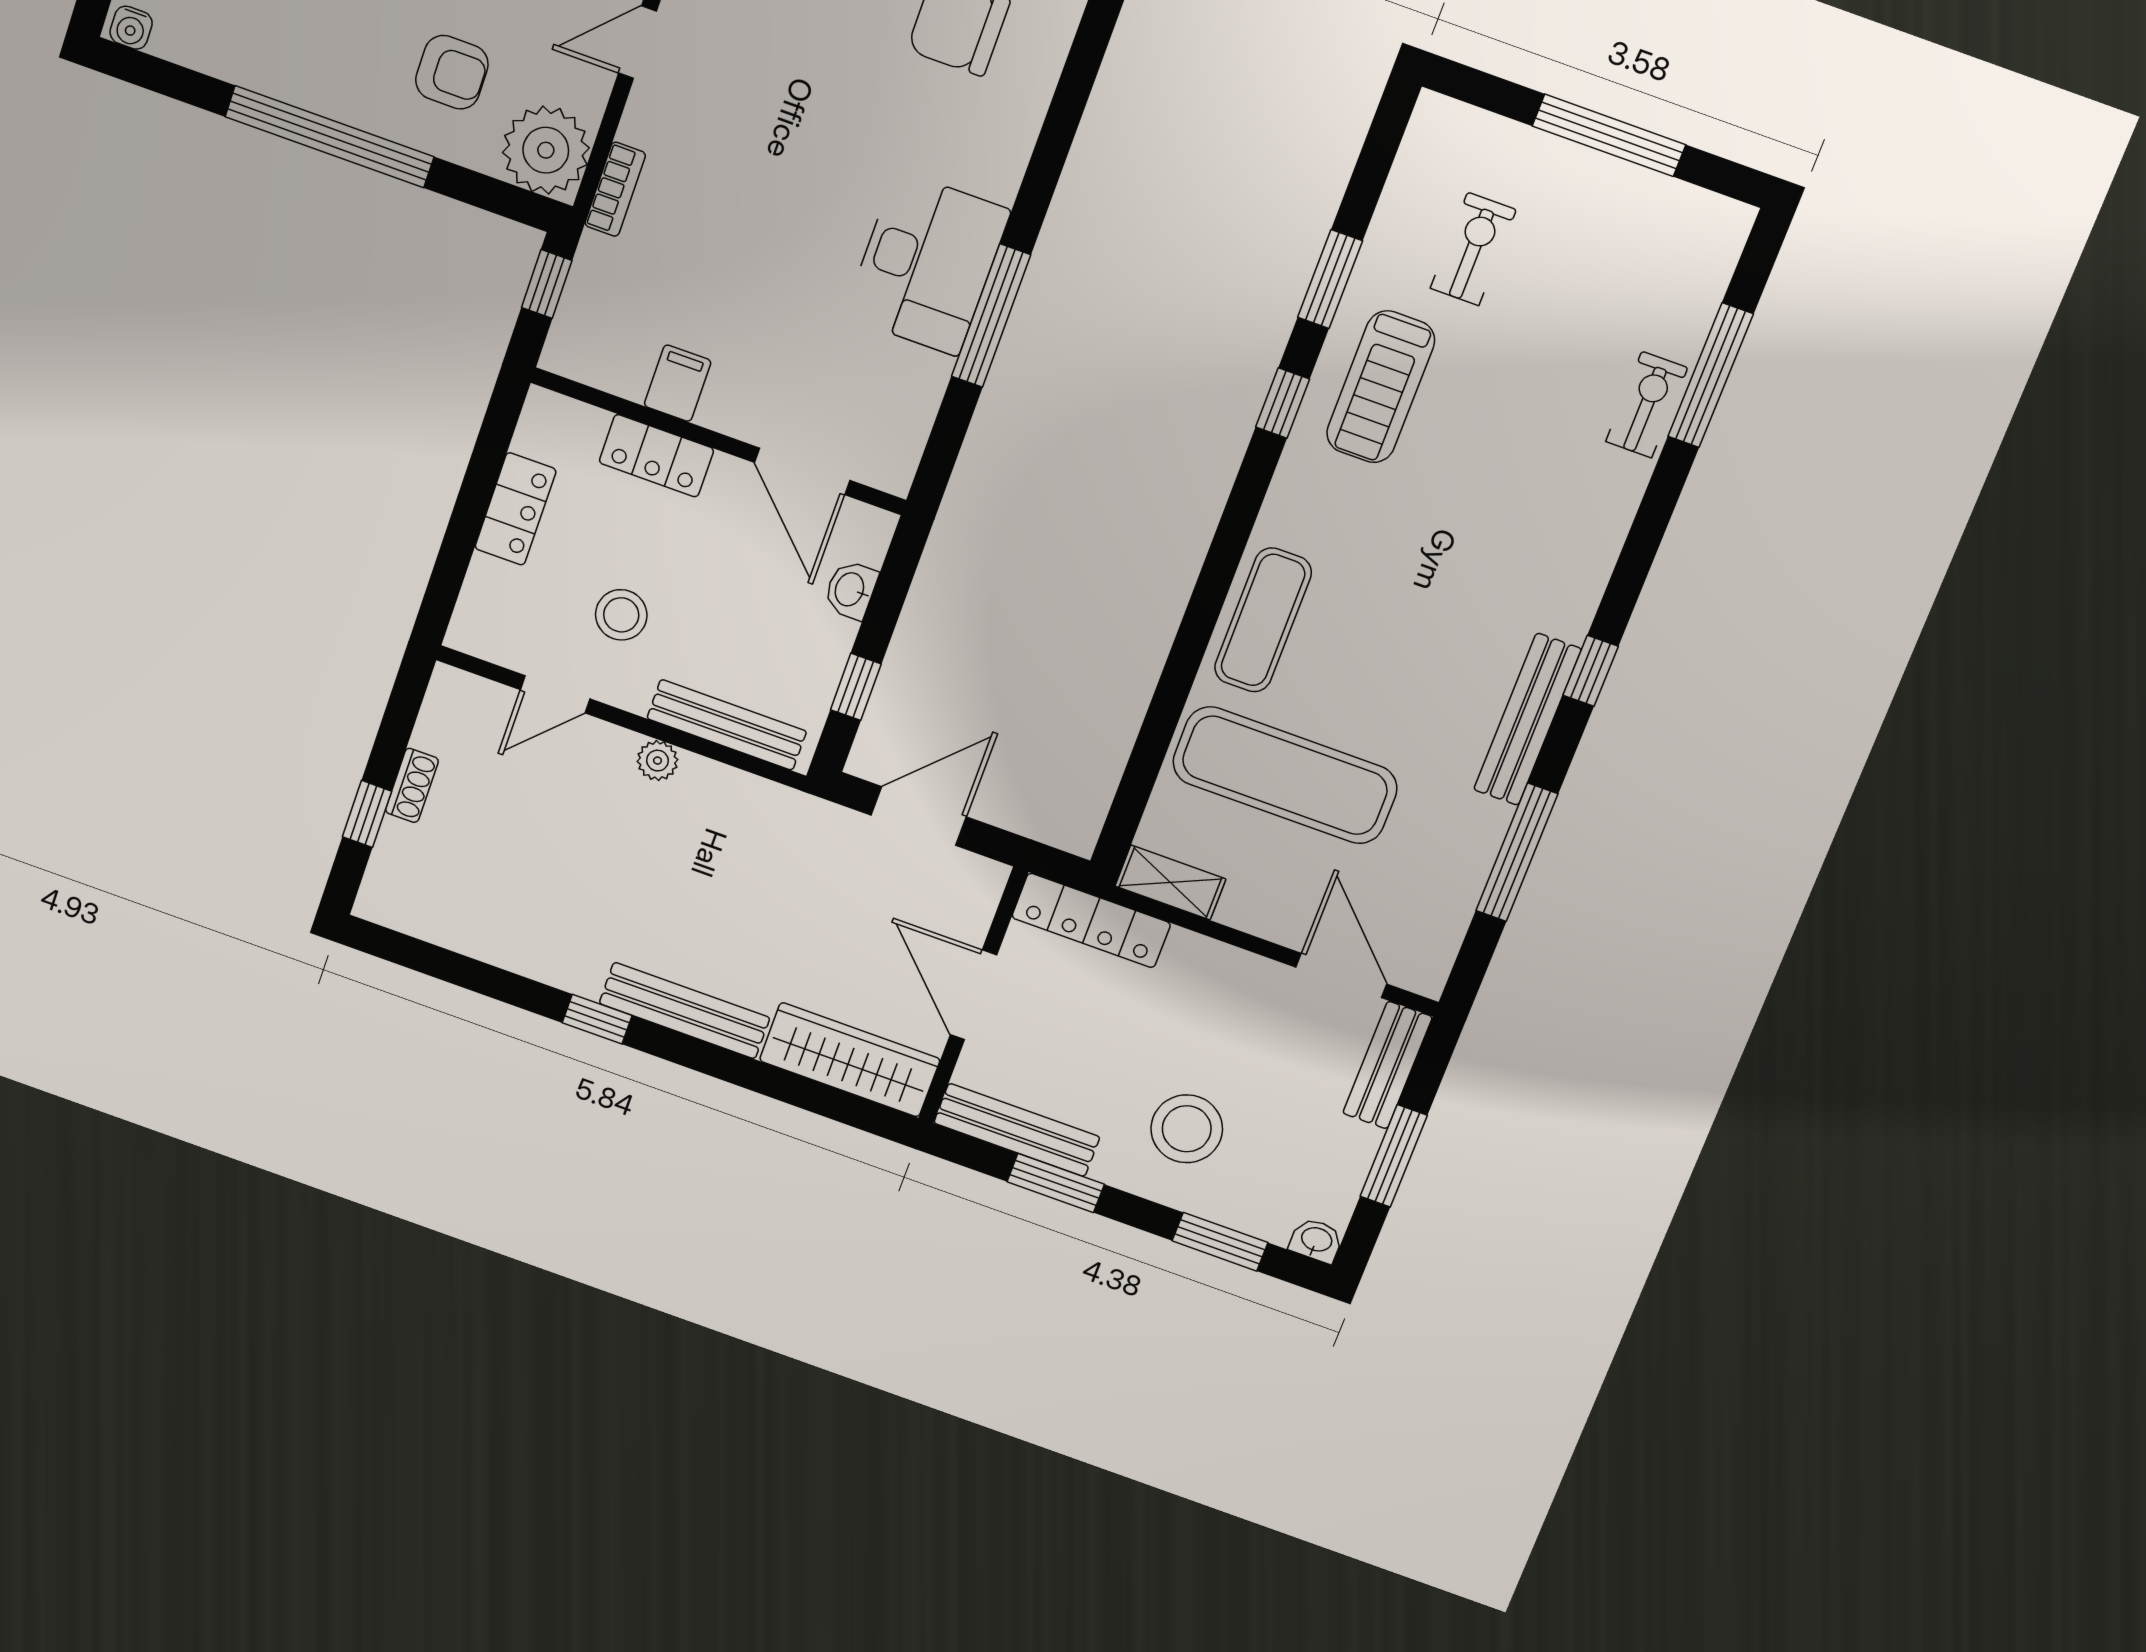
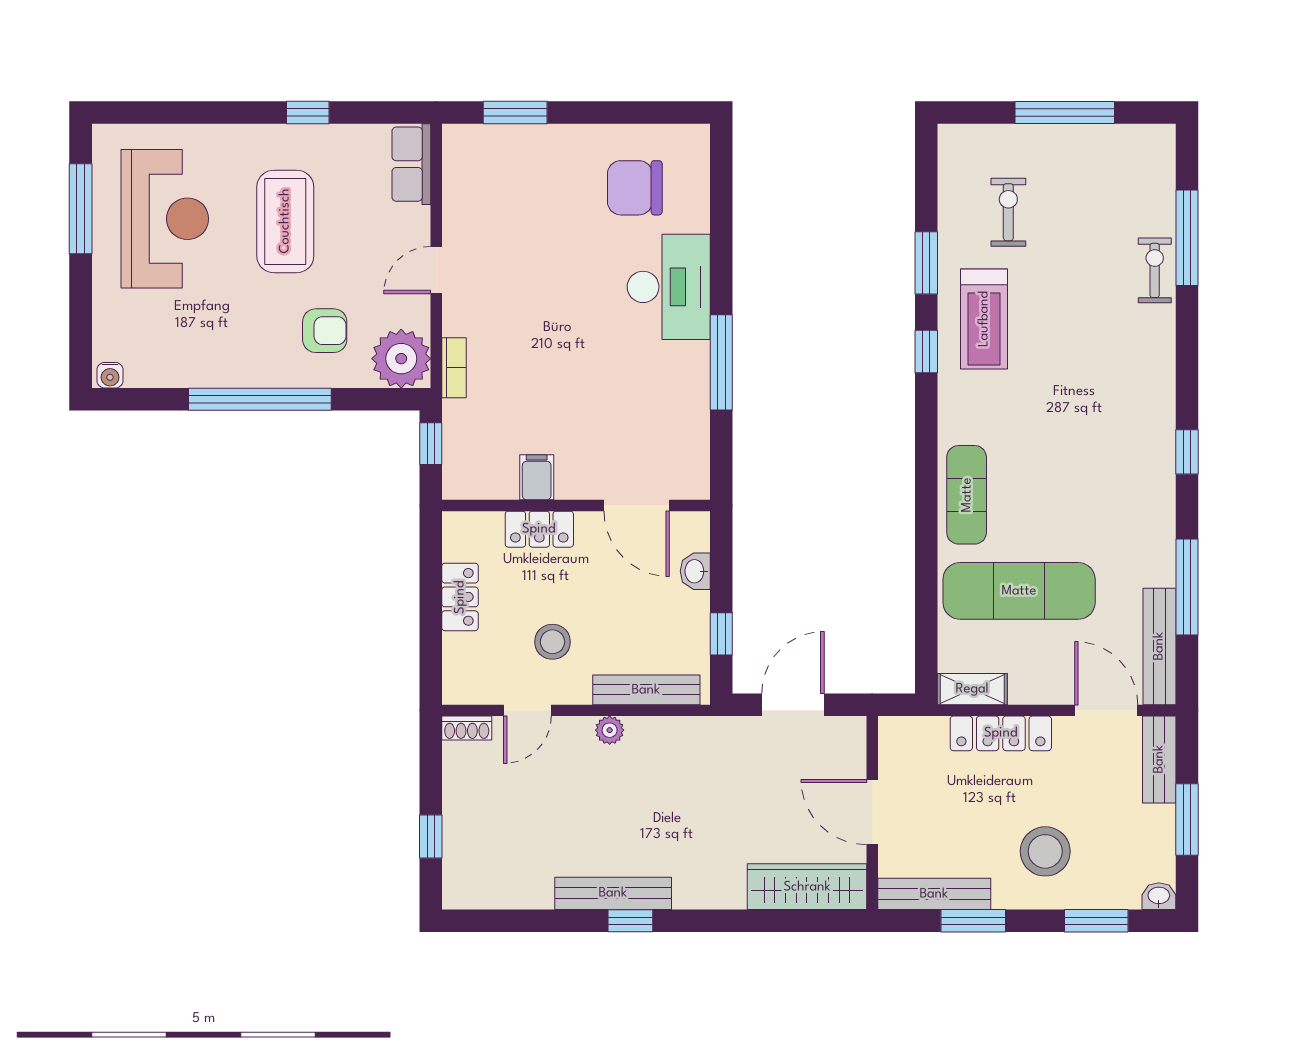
desk: (927, 263) -> (669, 287), moved
bench: (1527, 719) -> (1159, 646), moved
shoe rack: (412, 785) -> (467, 728), moved, turned 90
locker: (1091, 920) -> (1001, 733), moved
bench: (684, 1011) -> (613, 893), moved

